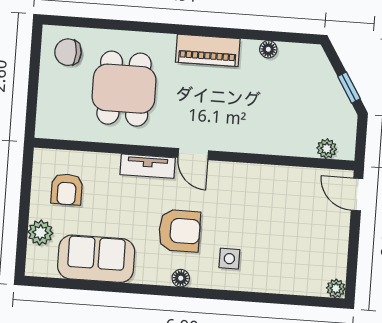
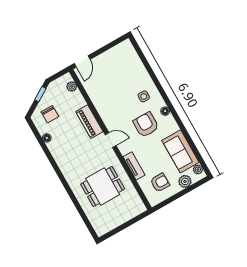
piano: (208, 50) -> (89, 122), moved, turned 180
chair: (68, 52) -> (50, 114), moved
door: (193, 154) -> (111, 140), hinge flipped
tv unit: (148, 166) -> (134, 166), moved
plant: (336, 288) -> (198, 170), moved

